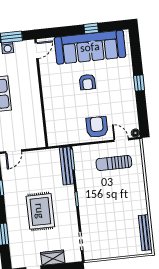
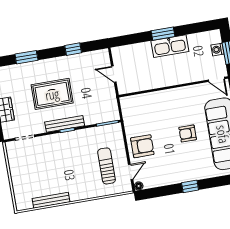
door: (14, 151) -> (114, 74), moved
bench: (67, 166) -> (65, 124), moved
bench: (145, 233) -> (51, 200), moved

